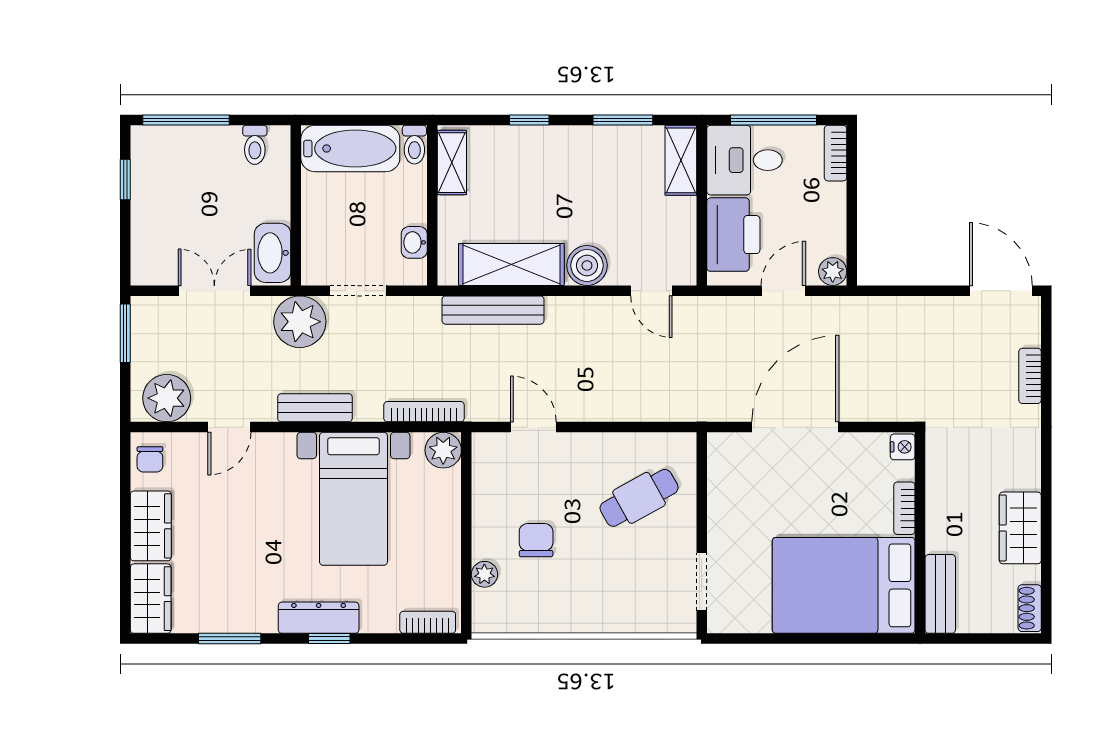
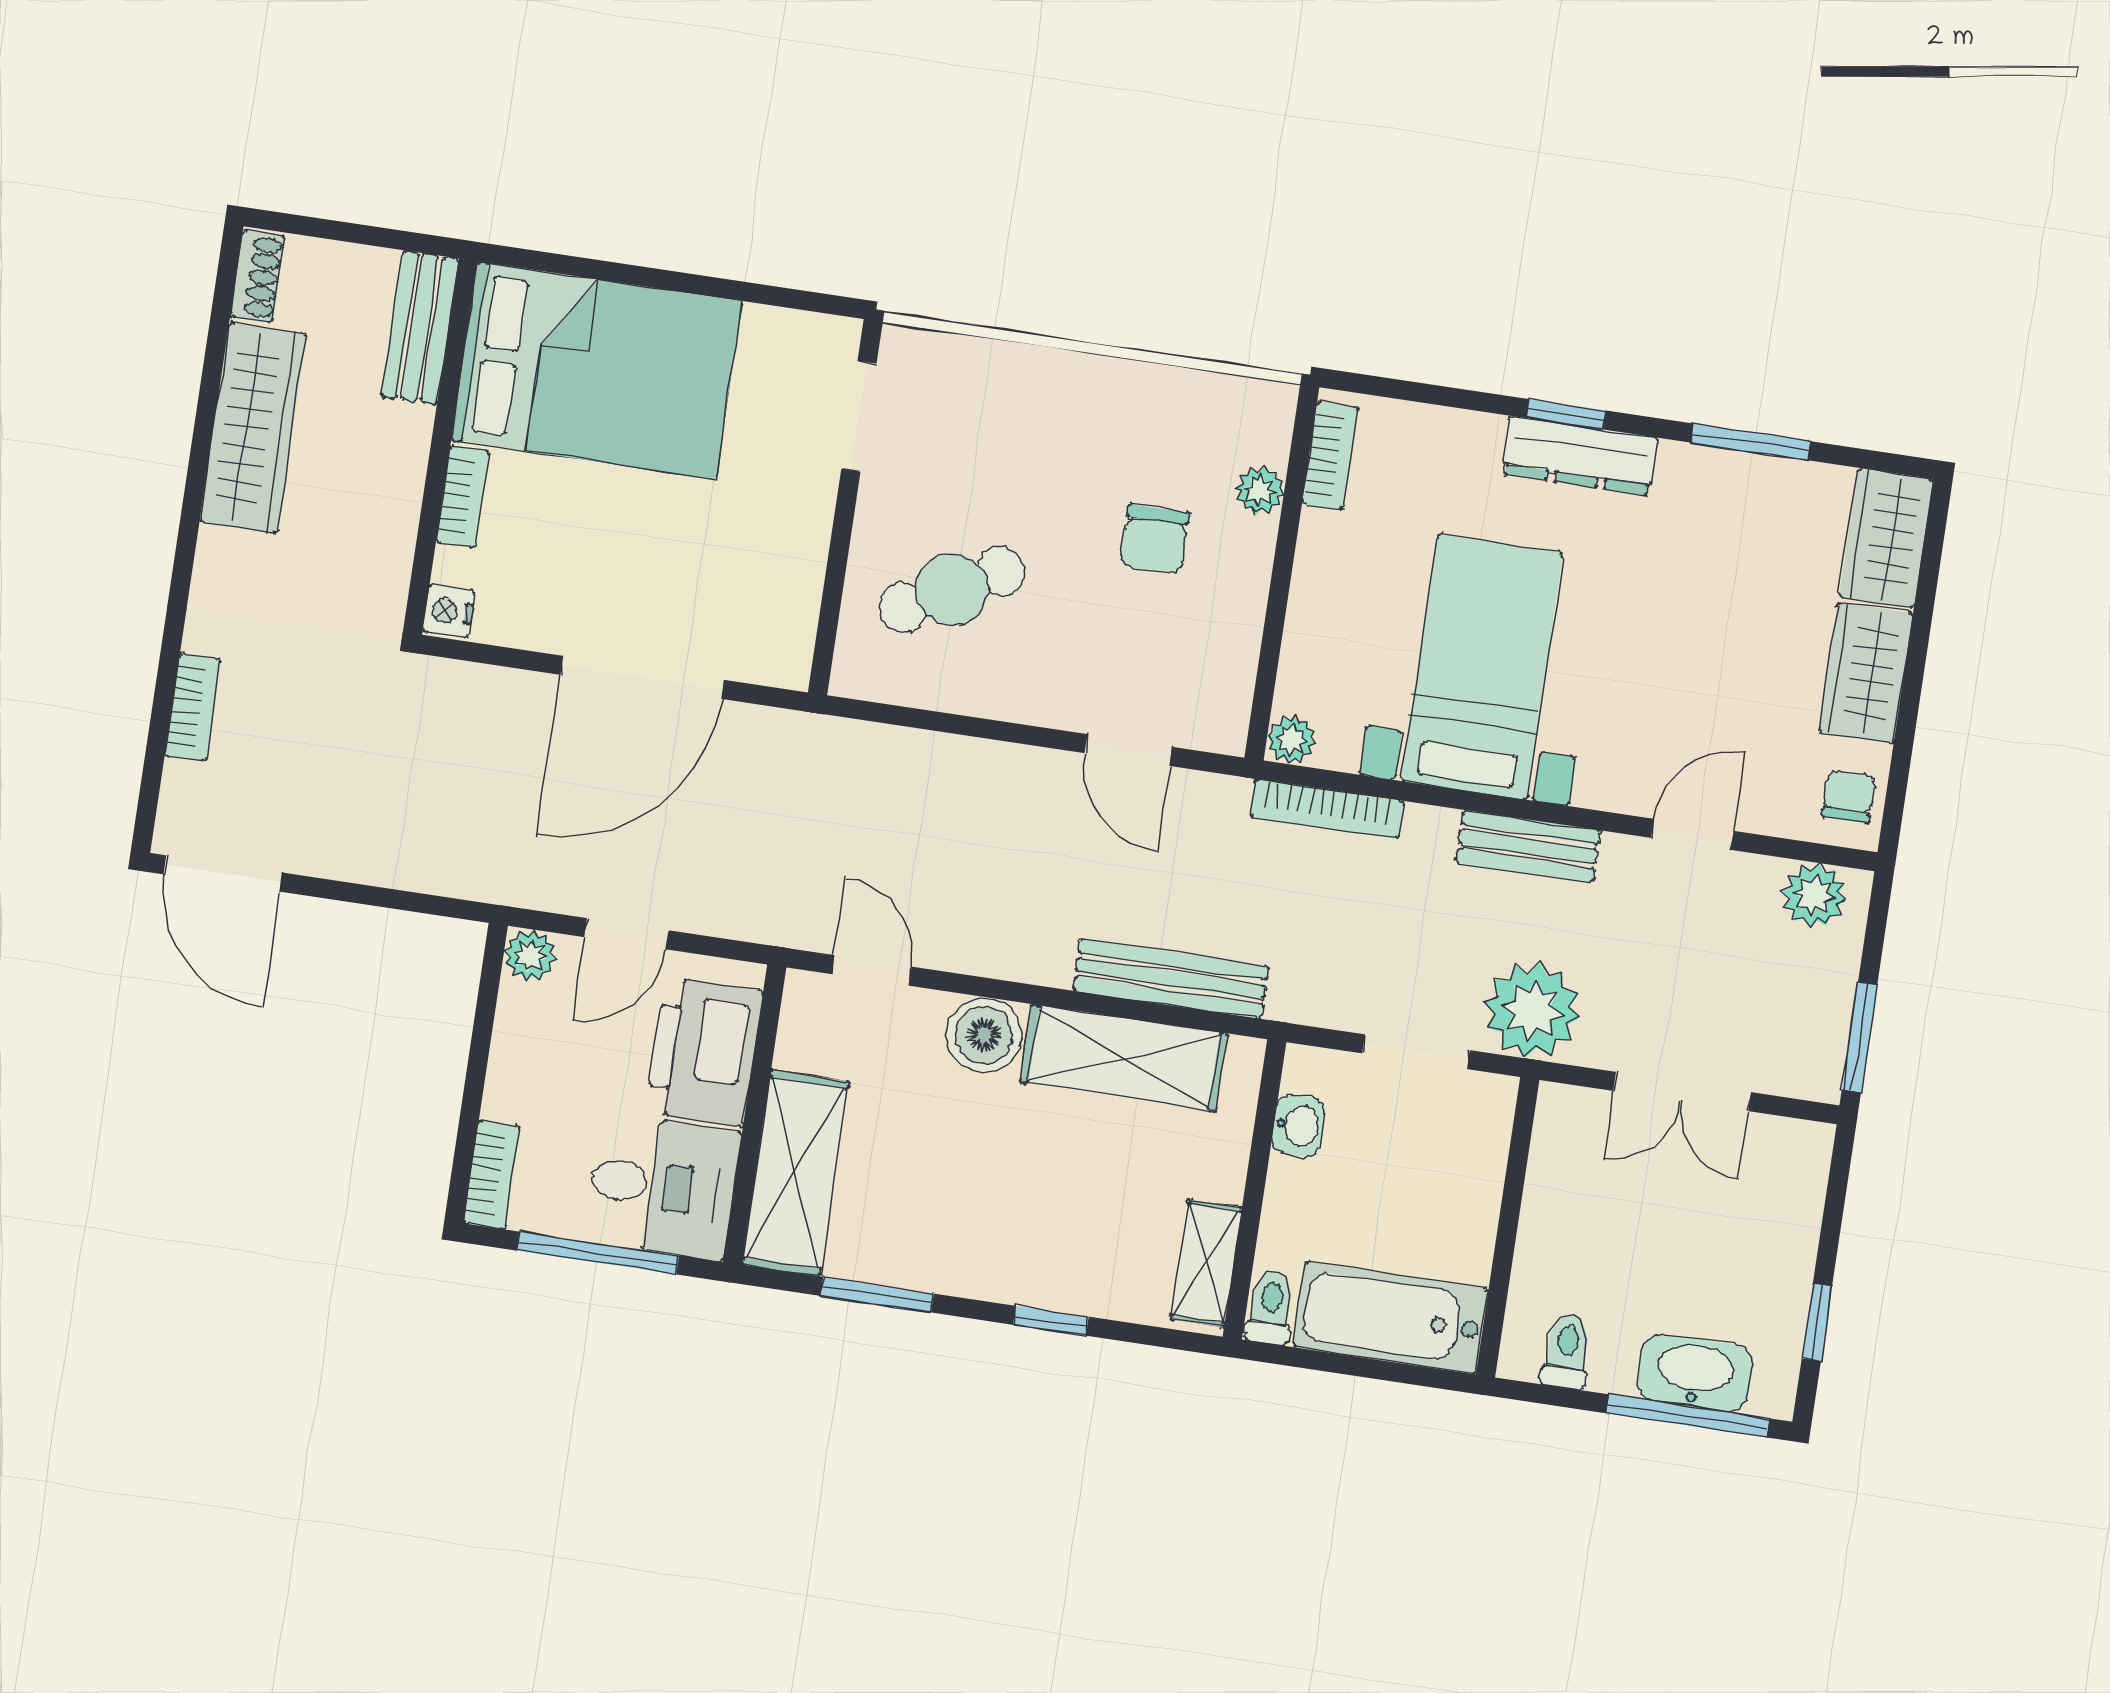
shelving: (681, 160) -> (795, 1173), width x1.50, depth x1.33
washbasin: (273, 253) -> (1695, 1373), moved, turned -90
plant: (167, 398) -> (1814, 895), width x0.73, depth x0.73
plant: (443, 450) -> (1291, 740), width x0.73, depth x0.73
wardrobe: (1020, 528) -> (253, 428), width x1.50
bookcase: (428, 622) -> (1330, 456), moved, turned -90

